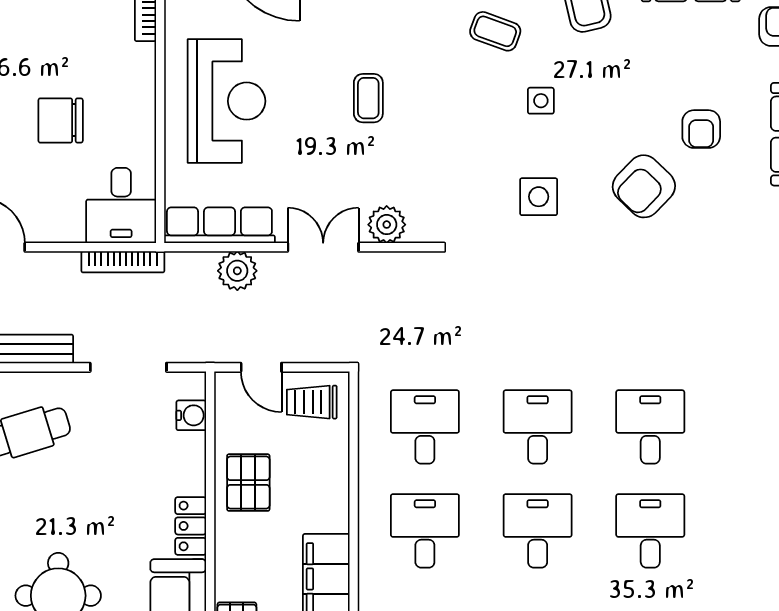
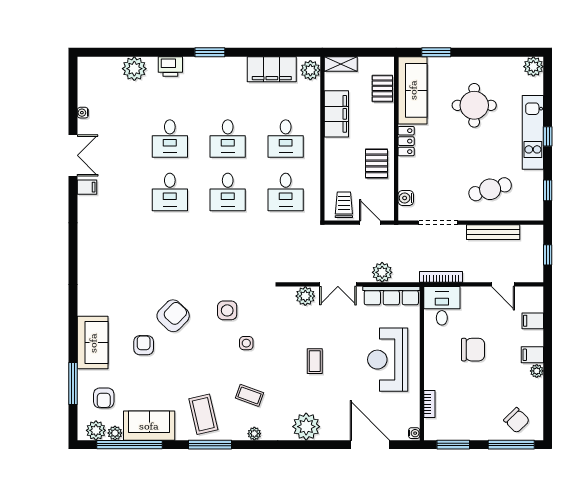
side table: (541, 101) -> (246, 343), moved
trolley: (312, 402) -> (344, 205), turned -90

